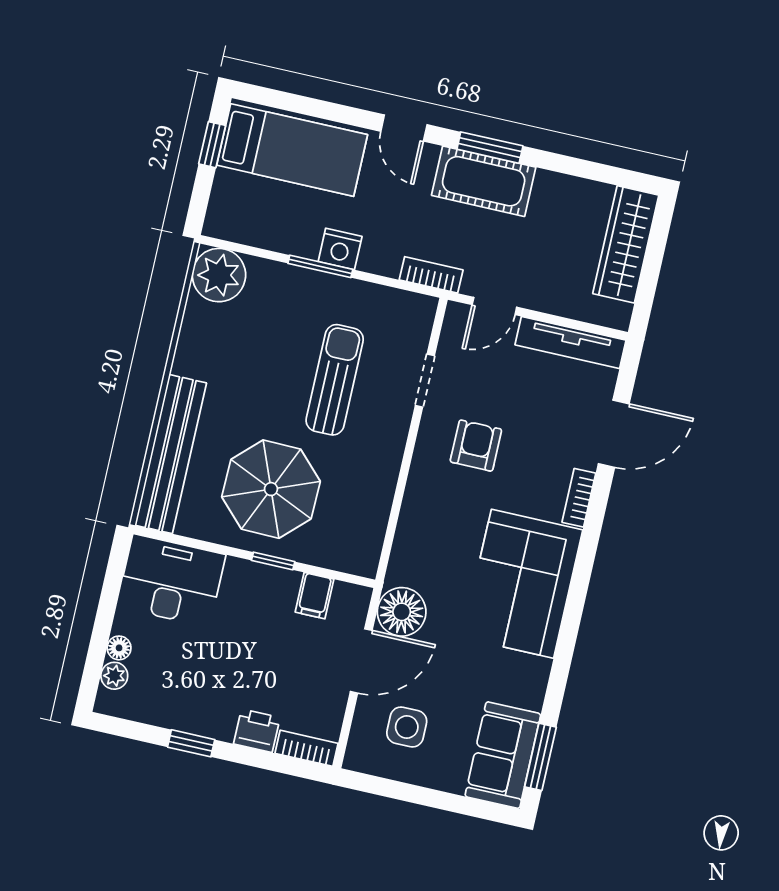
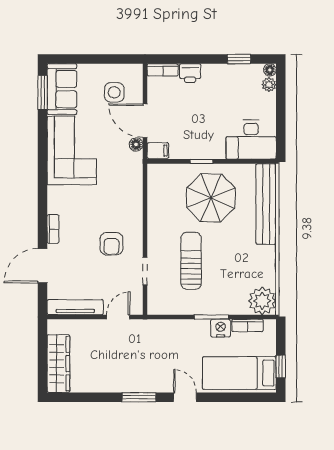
cot: (484, 181) -> (138, 379), removed
nightstand: (340, 249) -> (221, 328), moved
bookcase: (431, 275) -> (247, 325), moved
sun lounger: (335, 380) -> (191, 261), turned 180
corner sofa: (522, 584) -> (72, 150), moved
filing cabinet: (315, 596) -> (158, 151), moved, turned 90
floor lamp: (402, 612) -> (136, 144), width x0.53, depth x0.53
floor lamp: (119, 648) -> (270, 70), moved
door: (361, 661) -> (145, 121), hinge flipped
window: (191, 743) -> (239, 59), moved

